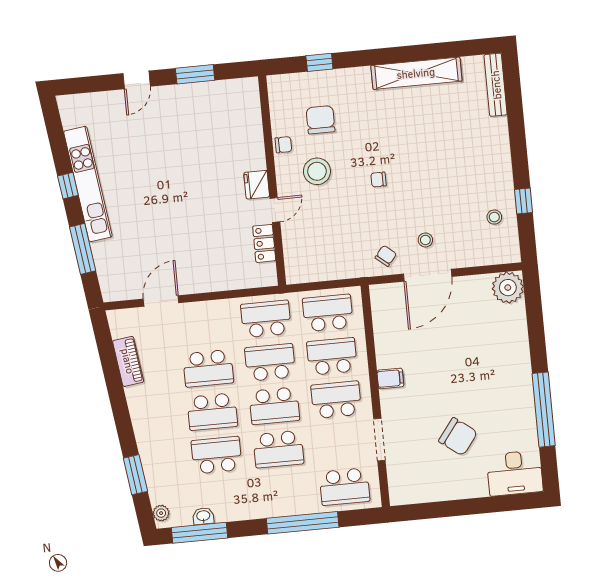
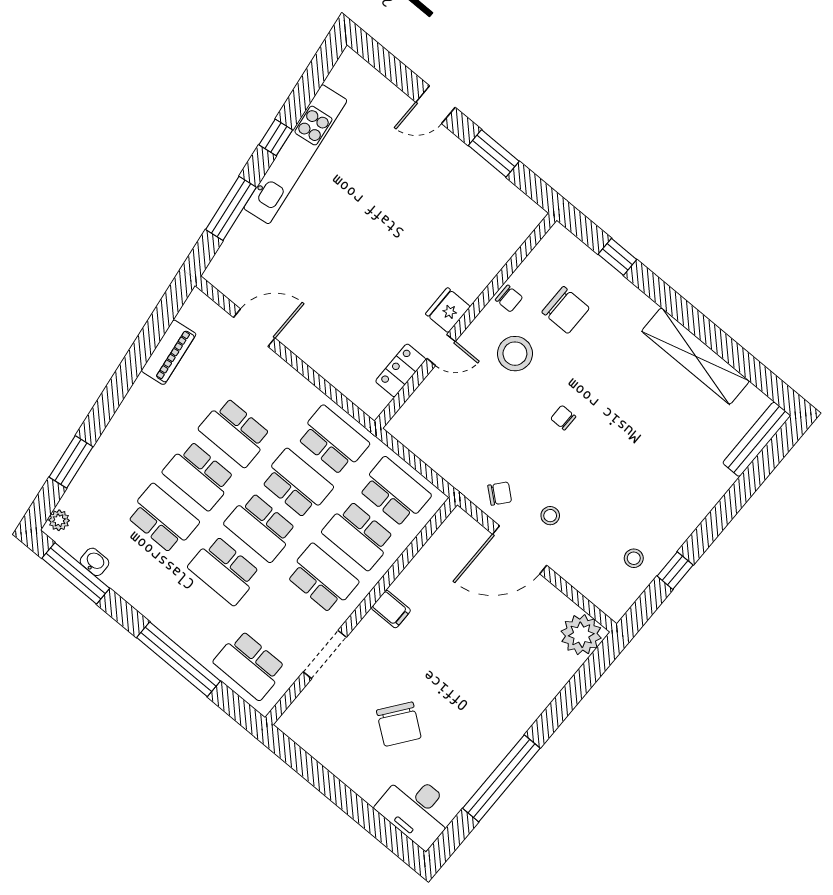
chair: (321, 120) -> (566, 310), turned 90
school desk: (332, 356) -> (358, 535), turned 180

